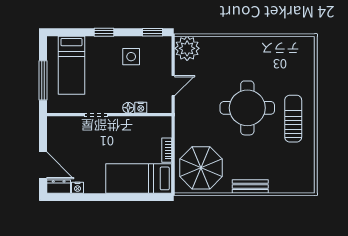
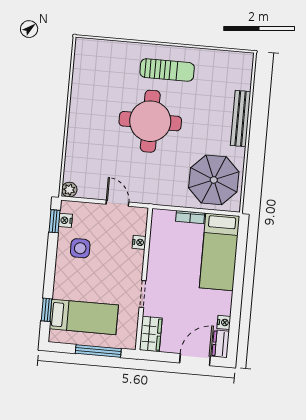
window: (104, 32) -> (47, 310), moved
nightstand: (154, 42) -> (65, 220), added
plant: (187, 48) -> (69, 190), width x0.53, depth x0.53
floor lamp: (128, 108) -> (138, 257), removed
sun lounger: (293, 119) -> (167, 70), turned 180
wardrobe: (62, 125) -> (151, 334), added
bench: (250, 186) -> (241, 118), width x1.36

